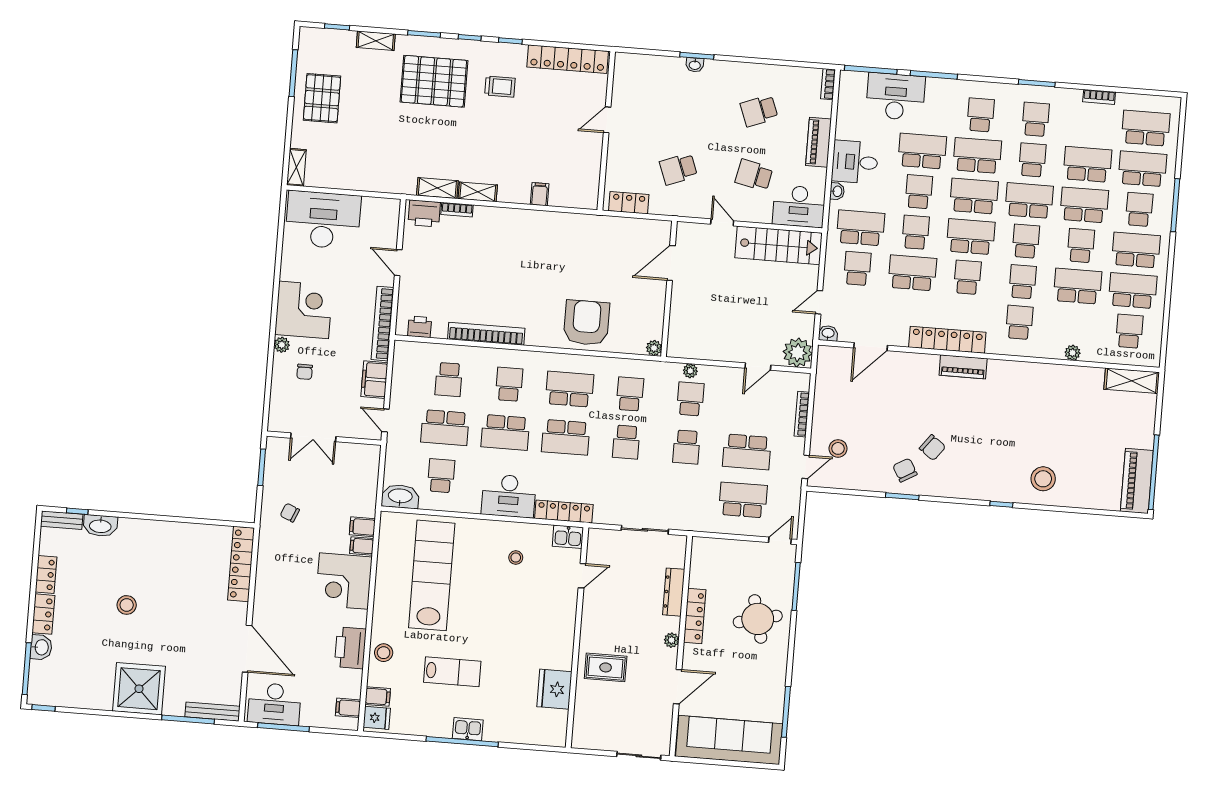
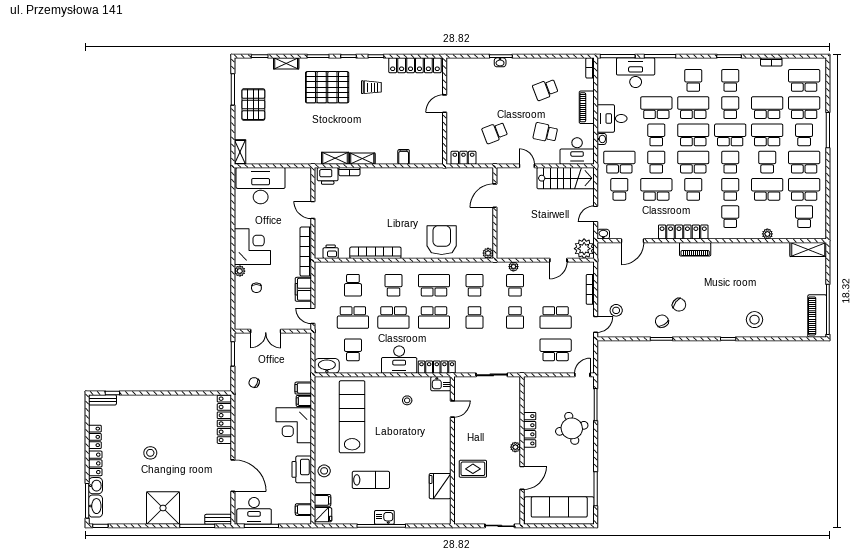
washbasin: (100, 526) -> (95, 506), moved, turned -90
dresser: (674, 592) -> (514, 415), removed
bench: (212, 712) -> (218, 519), width x0.73

